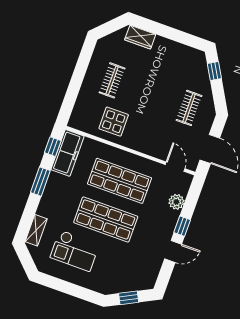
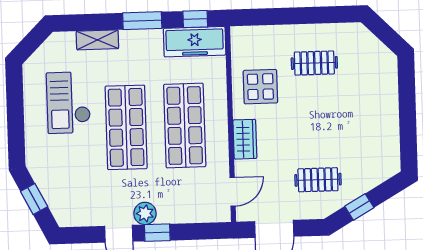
wardrobe: (140, 37) -> (245, 139), moved, turned 180
window: (214, 71) -> (359, 207), moved
plant: (176, 202) -> (145, 213), moved
shelving: (36, 230) -> (97, 40), moved

